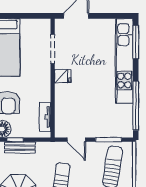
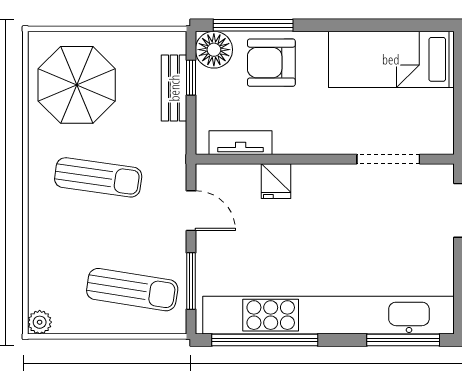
kitchen unit: (124, 61) -> (328, 315), width x1.36
fridge: (63, 76) -> (276, 181), moved
door: (76, 140) -> (191, 211), swing flipped

